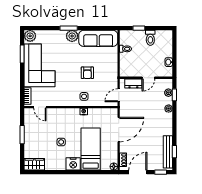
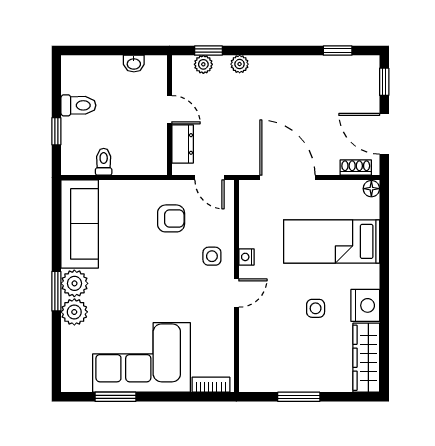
plant: (30, 36) -> (74, 312), moved
armchair: (87, 73) -> (171, 218), moved
door: (40, 107) -> (236, 293), moved
bench: (168, 152) -> (338, 66), removed
wardrobe: (34, 164) -> (366, 358), width x1.50
nightstand: (73, 164) -> (365, 305), moved

